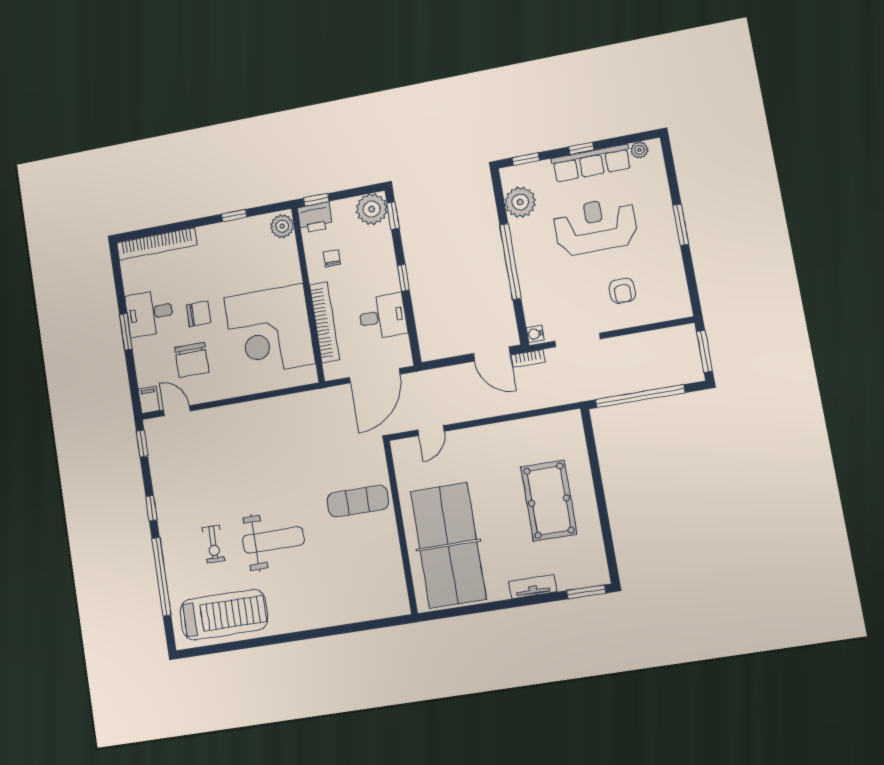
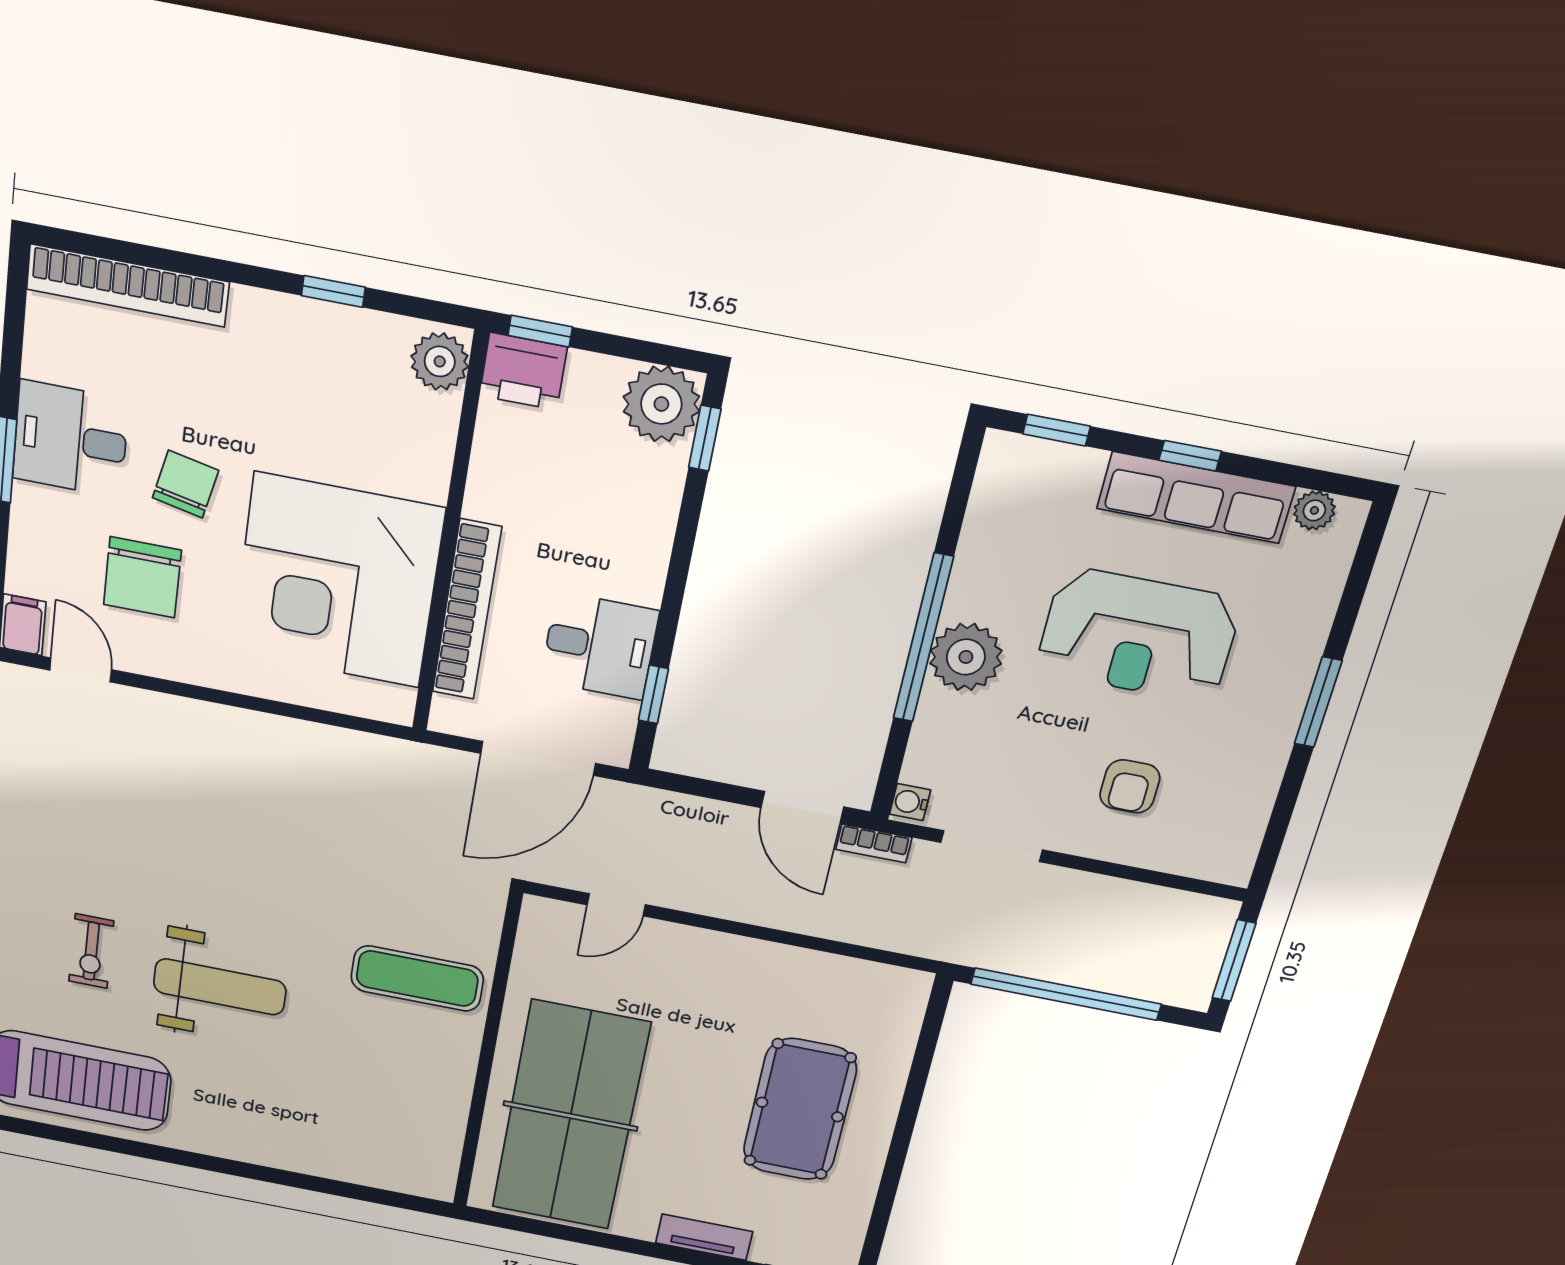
plant: (520, 202) -> (966, 657), moved
reception desk: (595, 226) -> (1138, 635), turned 180
chair: (332, 258) -> (531, 479), removed
window: (403, 278) -> (653, 694), moved
chair: (199, 314) -> (185, 484), turned -78

